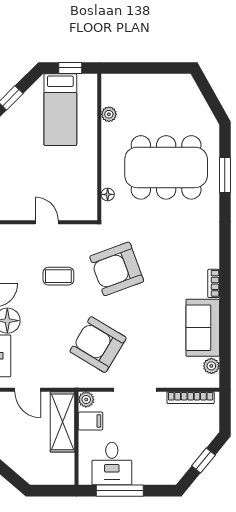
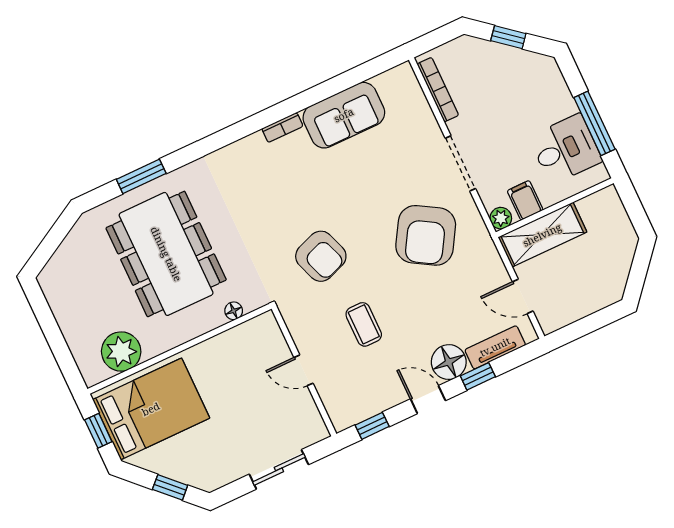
bed: (60, 110) -> (151, 409), width x1.50
plant: (109, 114) -> (121, 352), width x1.88, depth x1.88
door: (47, 222) -> (304, 370), hinge flipped
armchair: (117, 269) -> (321, 256), width x0.73, depth x0.73
plant: (211, 366) -> (386, 82), removed
door: (28, 390) -> (523, 296), swing flipped

